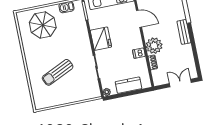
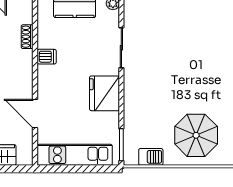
plant: (154, 46) -> (19, 64), removed
sun lounger: (58, 72) -> (187, 52), removed

